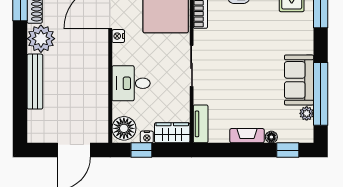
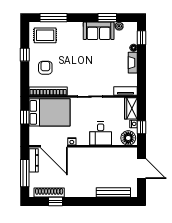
plant: (41, 39) -> (73, 189), removed
bench: (35, 82) -> (113, 192), moved
window: (321, 94) -> (107, 18), width x0.47

